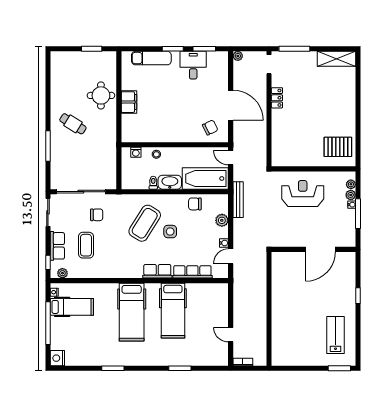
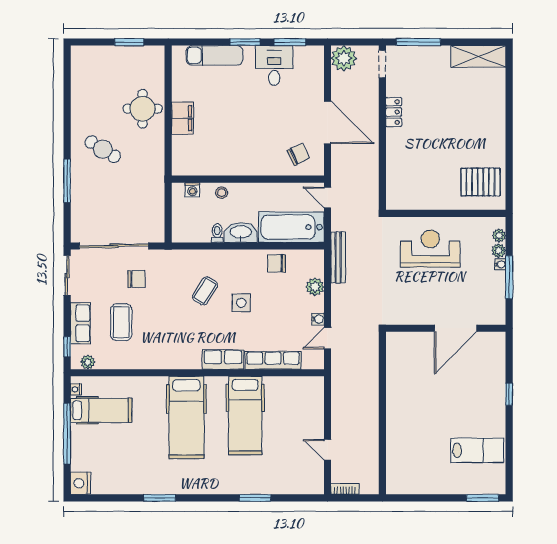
plant: (238, 56) -> (344, 58), width x1.88, depth x1.88
coffee table: (145, 223) -> (205, 291), width x0.54, depth x0.58
lab bench: (336, 335) -> (477, 450), turned 90

